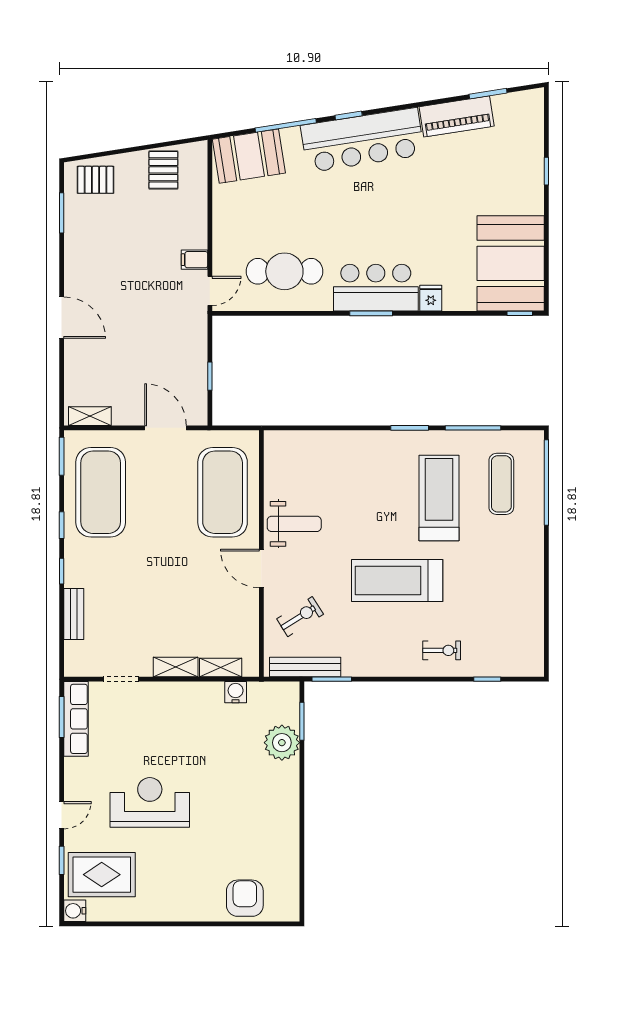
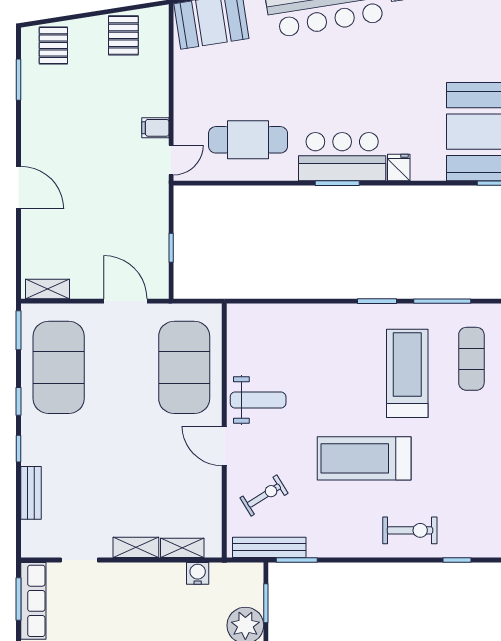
pallet: (96, 180) -> (53, 46), turned 90
exercise bike: (442, 650) -> (410, 530), width x1.38, depth x1.39

